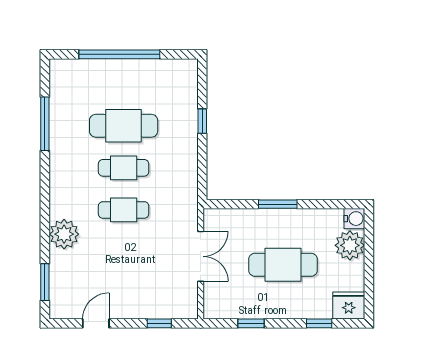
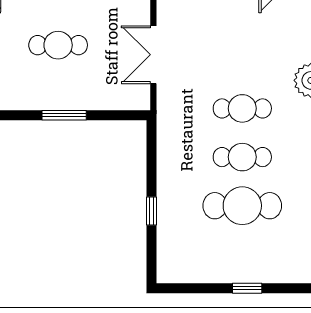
window: (119, 54) -> (247, 288), width x0.32
cafe table: (283, 265) -> (58, 45), width x0.73, depth x0.74

